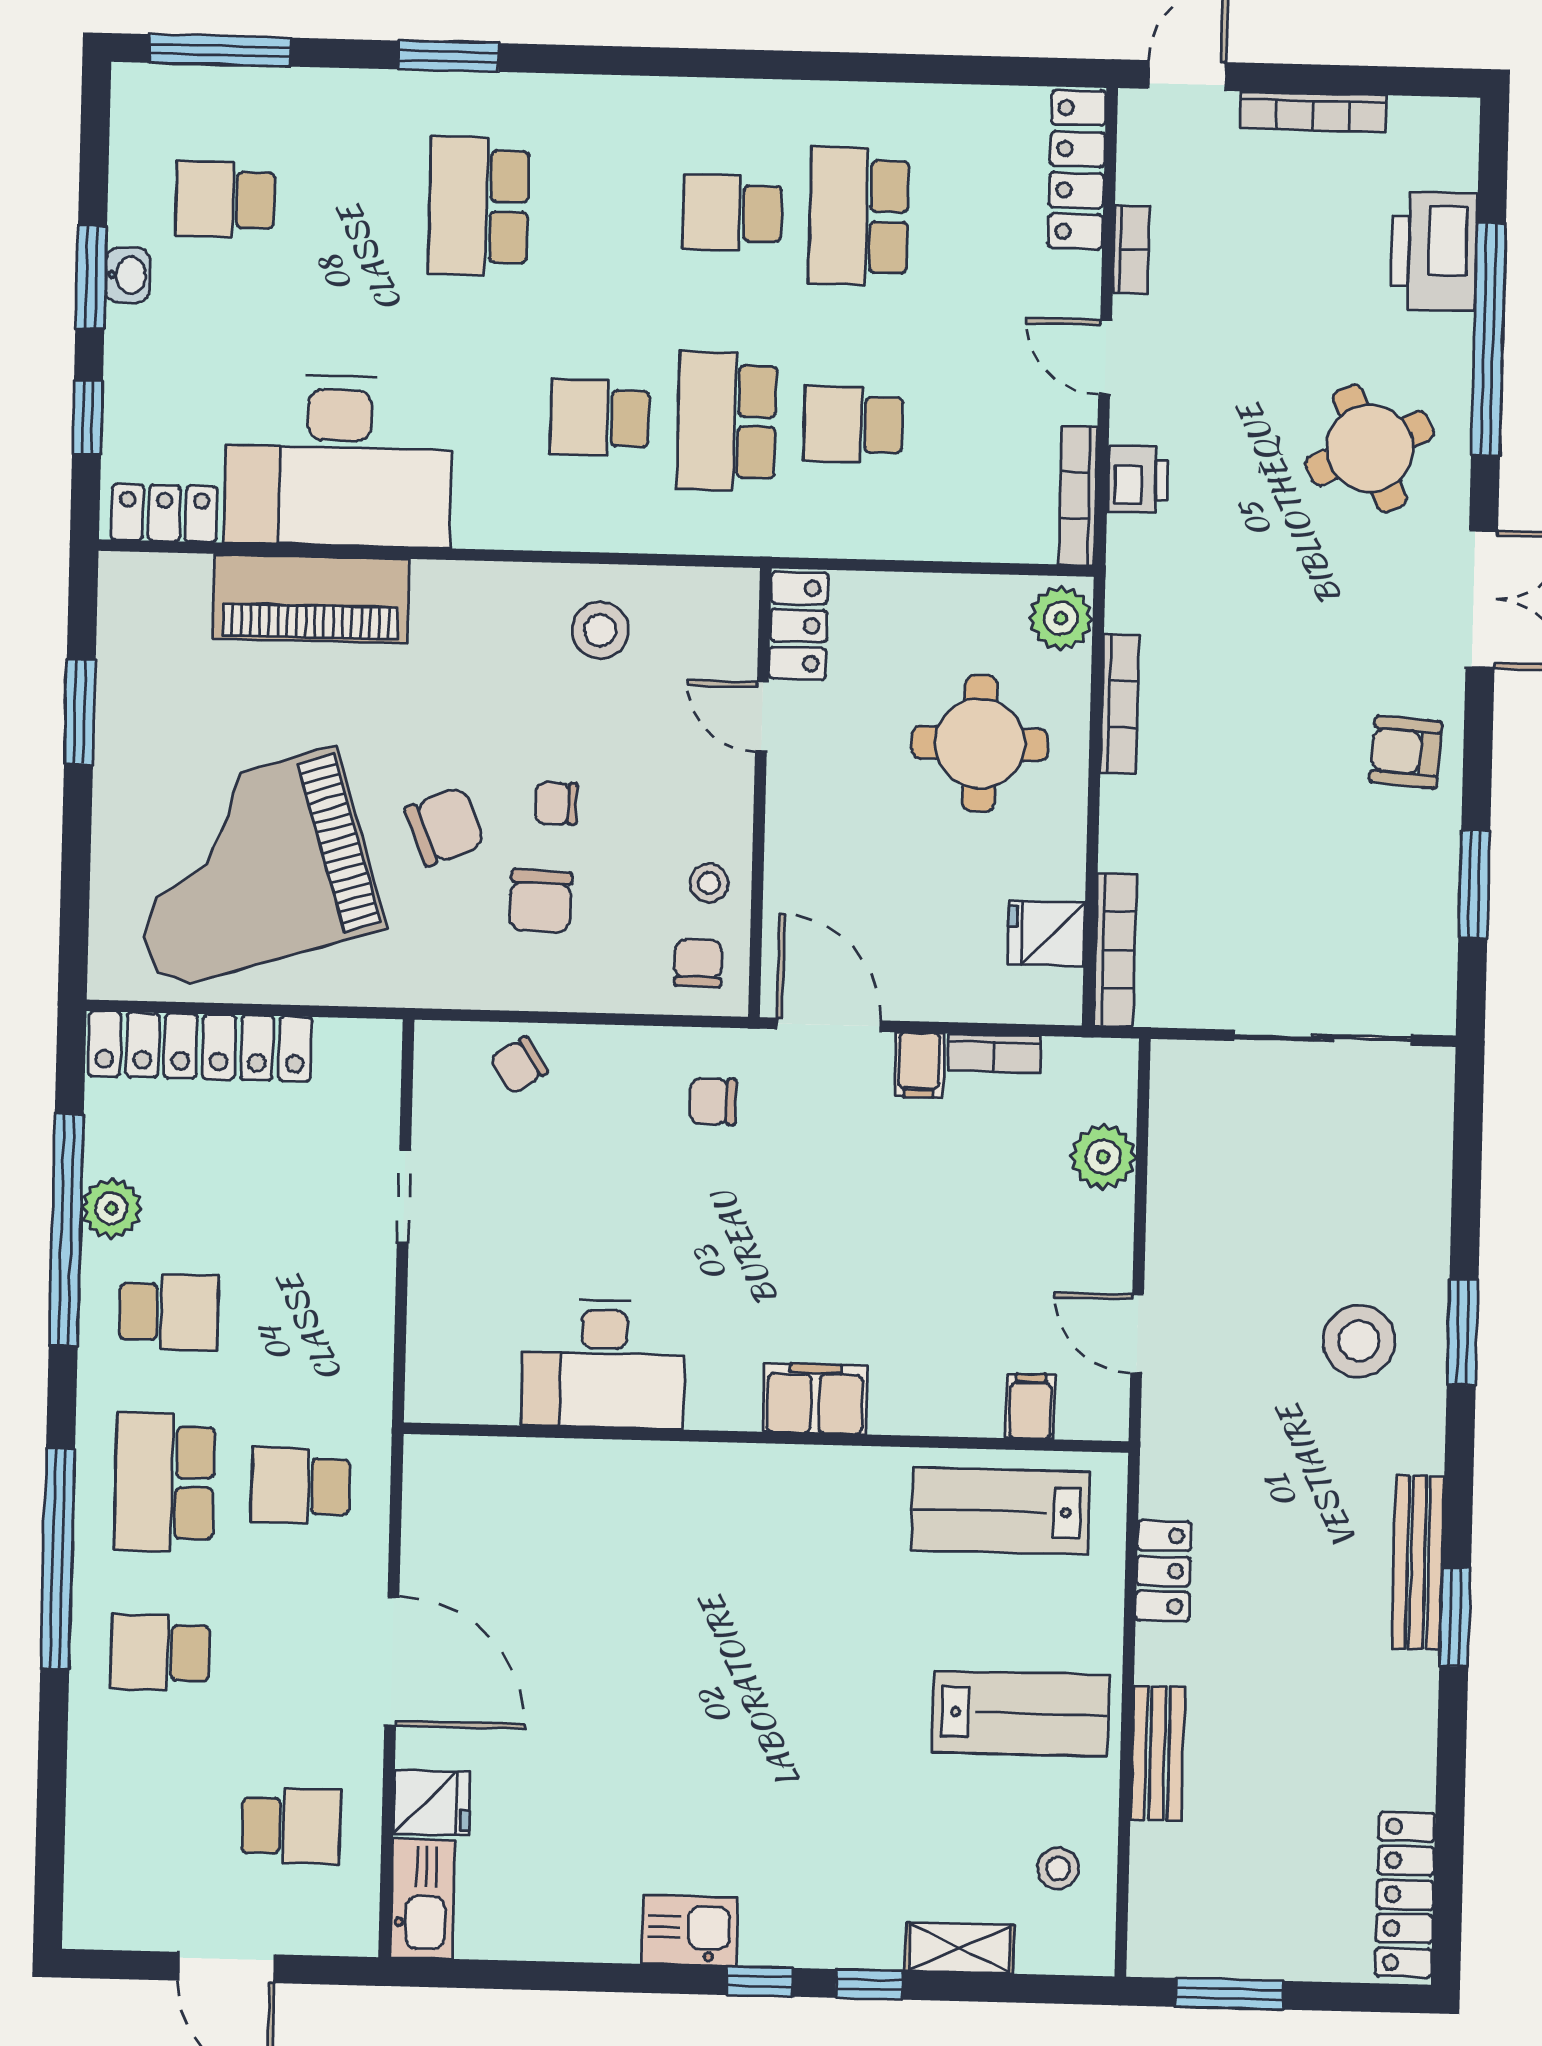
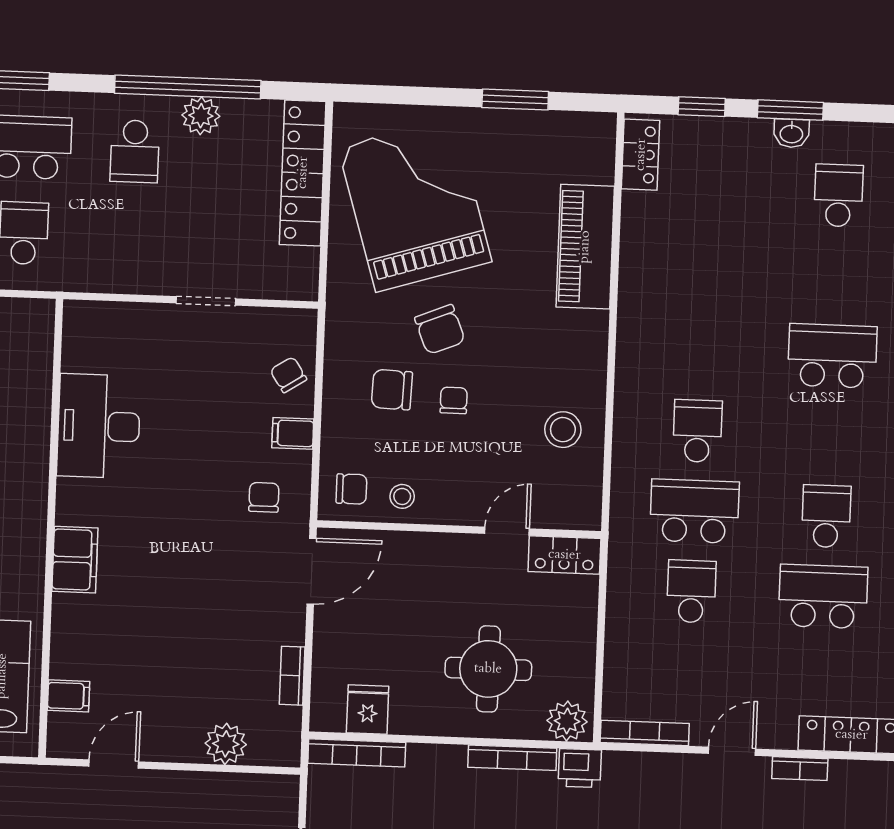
desk: (339, 461) -> (672, 265), removed
printer: (1138, 479) -> (580, 768), moved
filing cabinet: (919, 1065) -> (293, 433), moved

